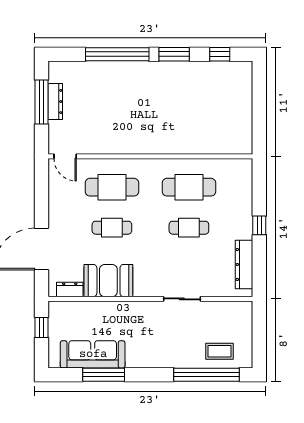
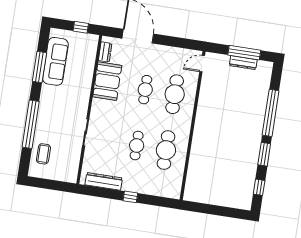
window: (207, 375) -> (31, 124), moved

